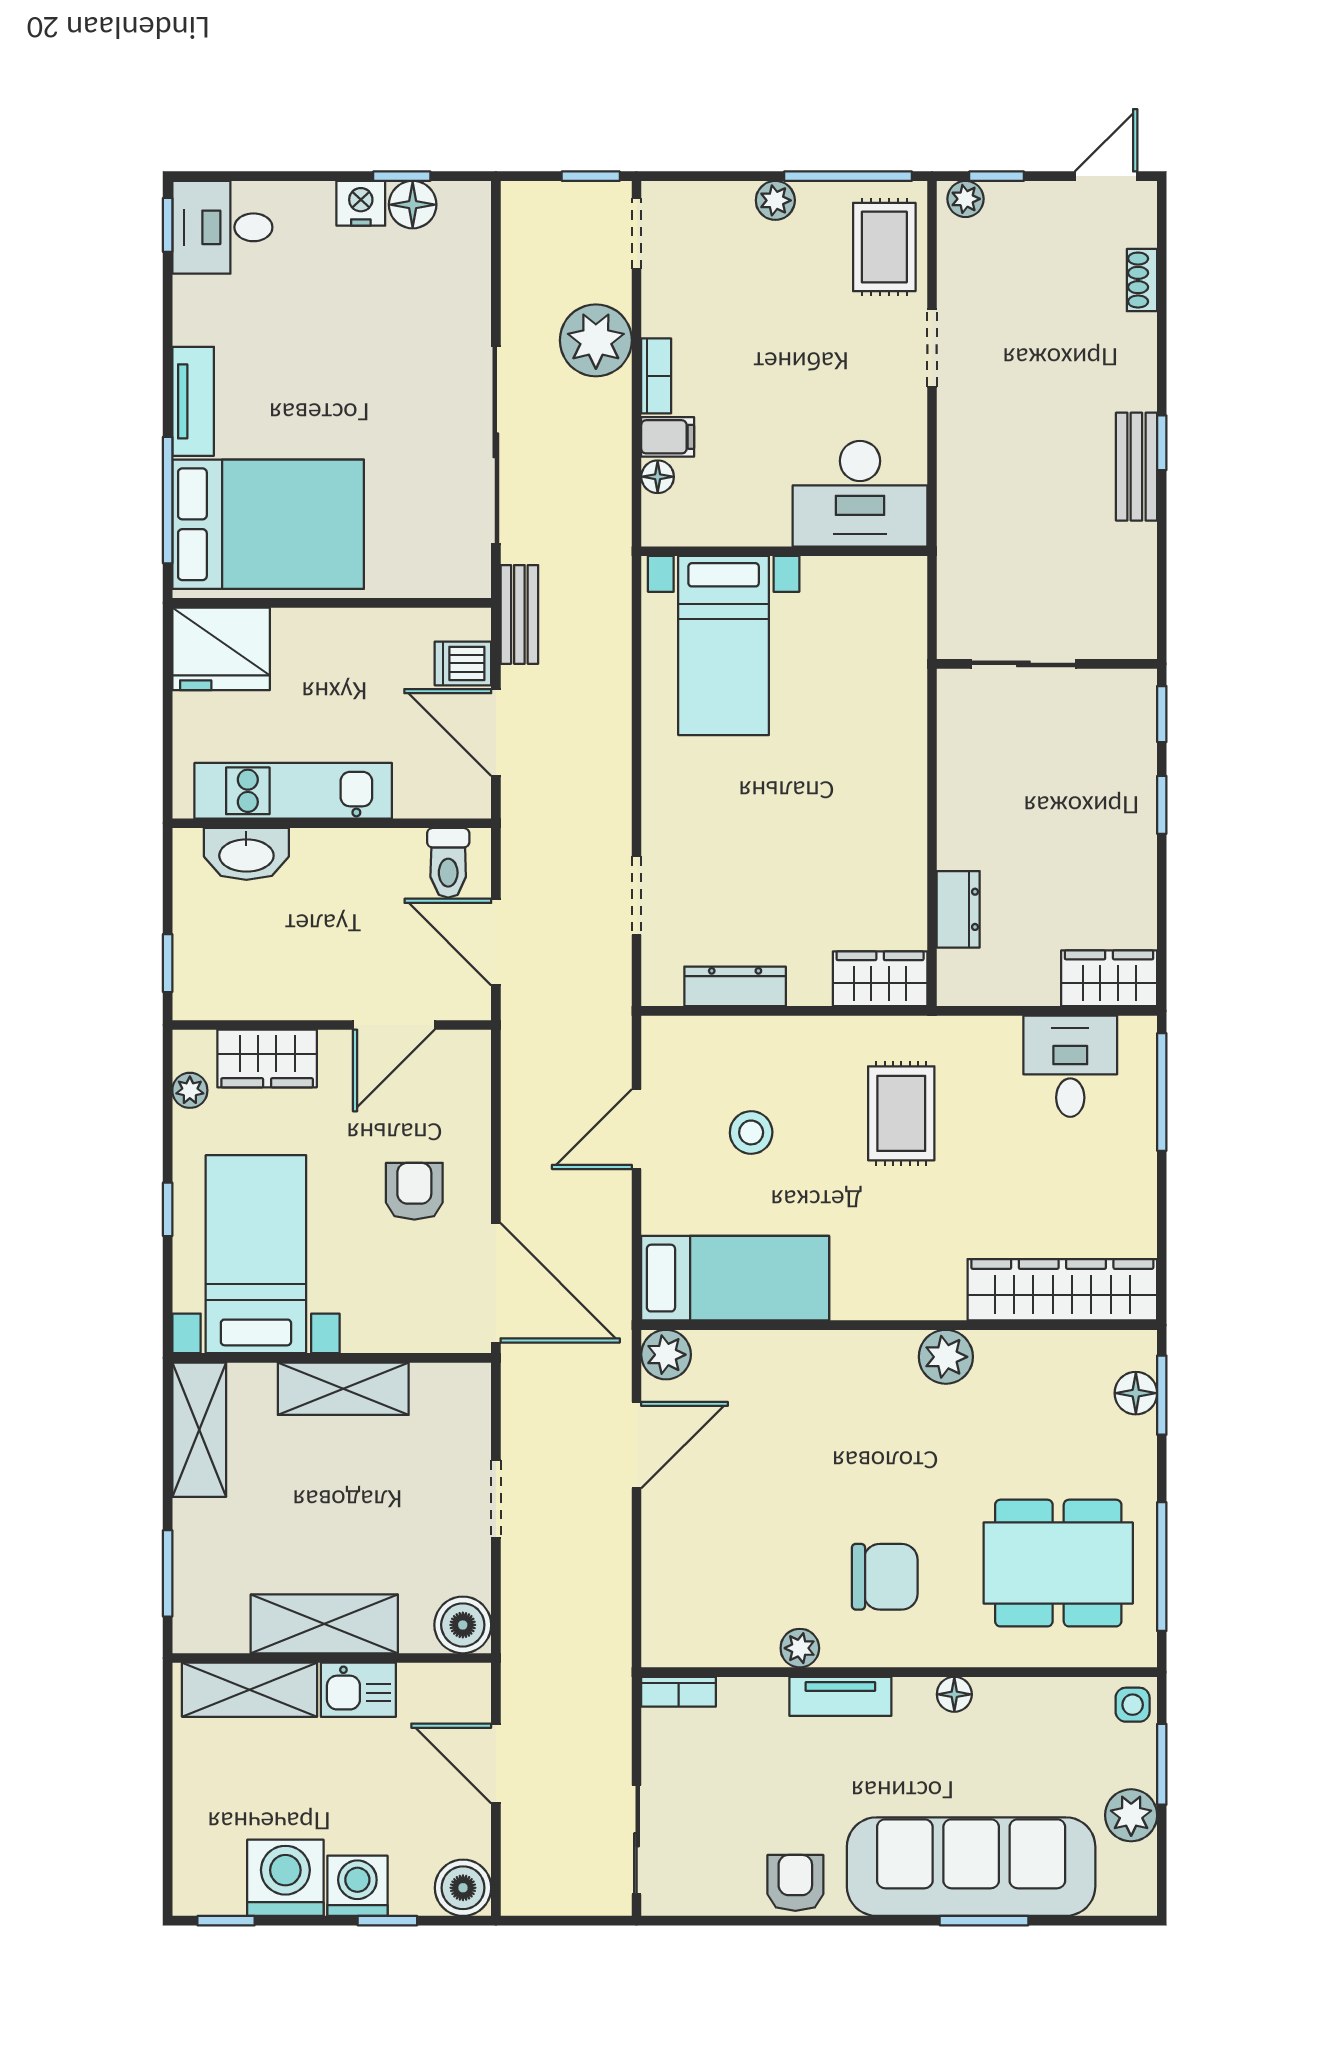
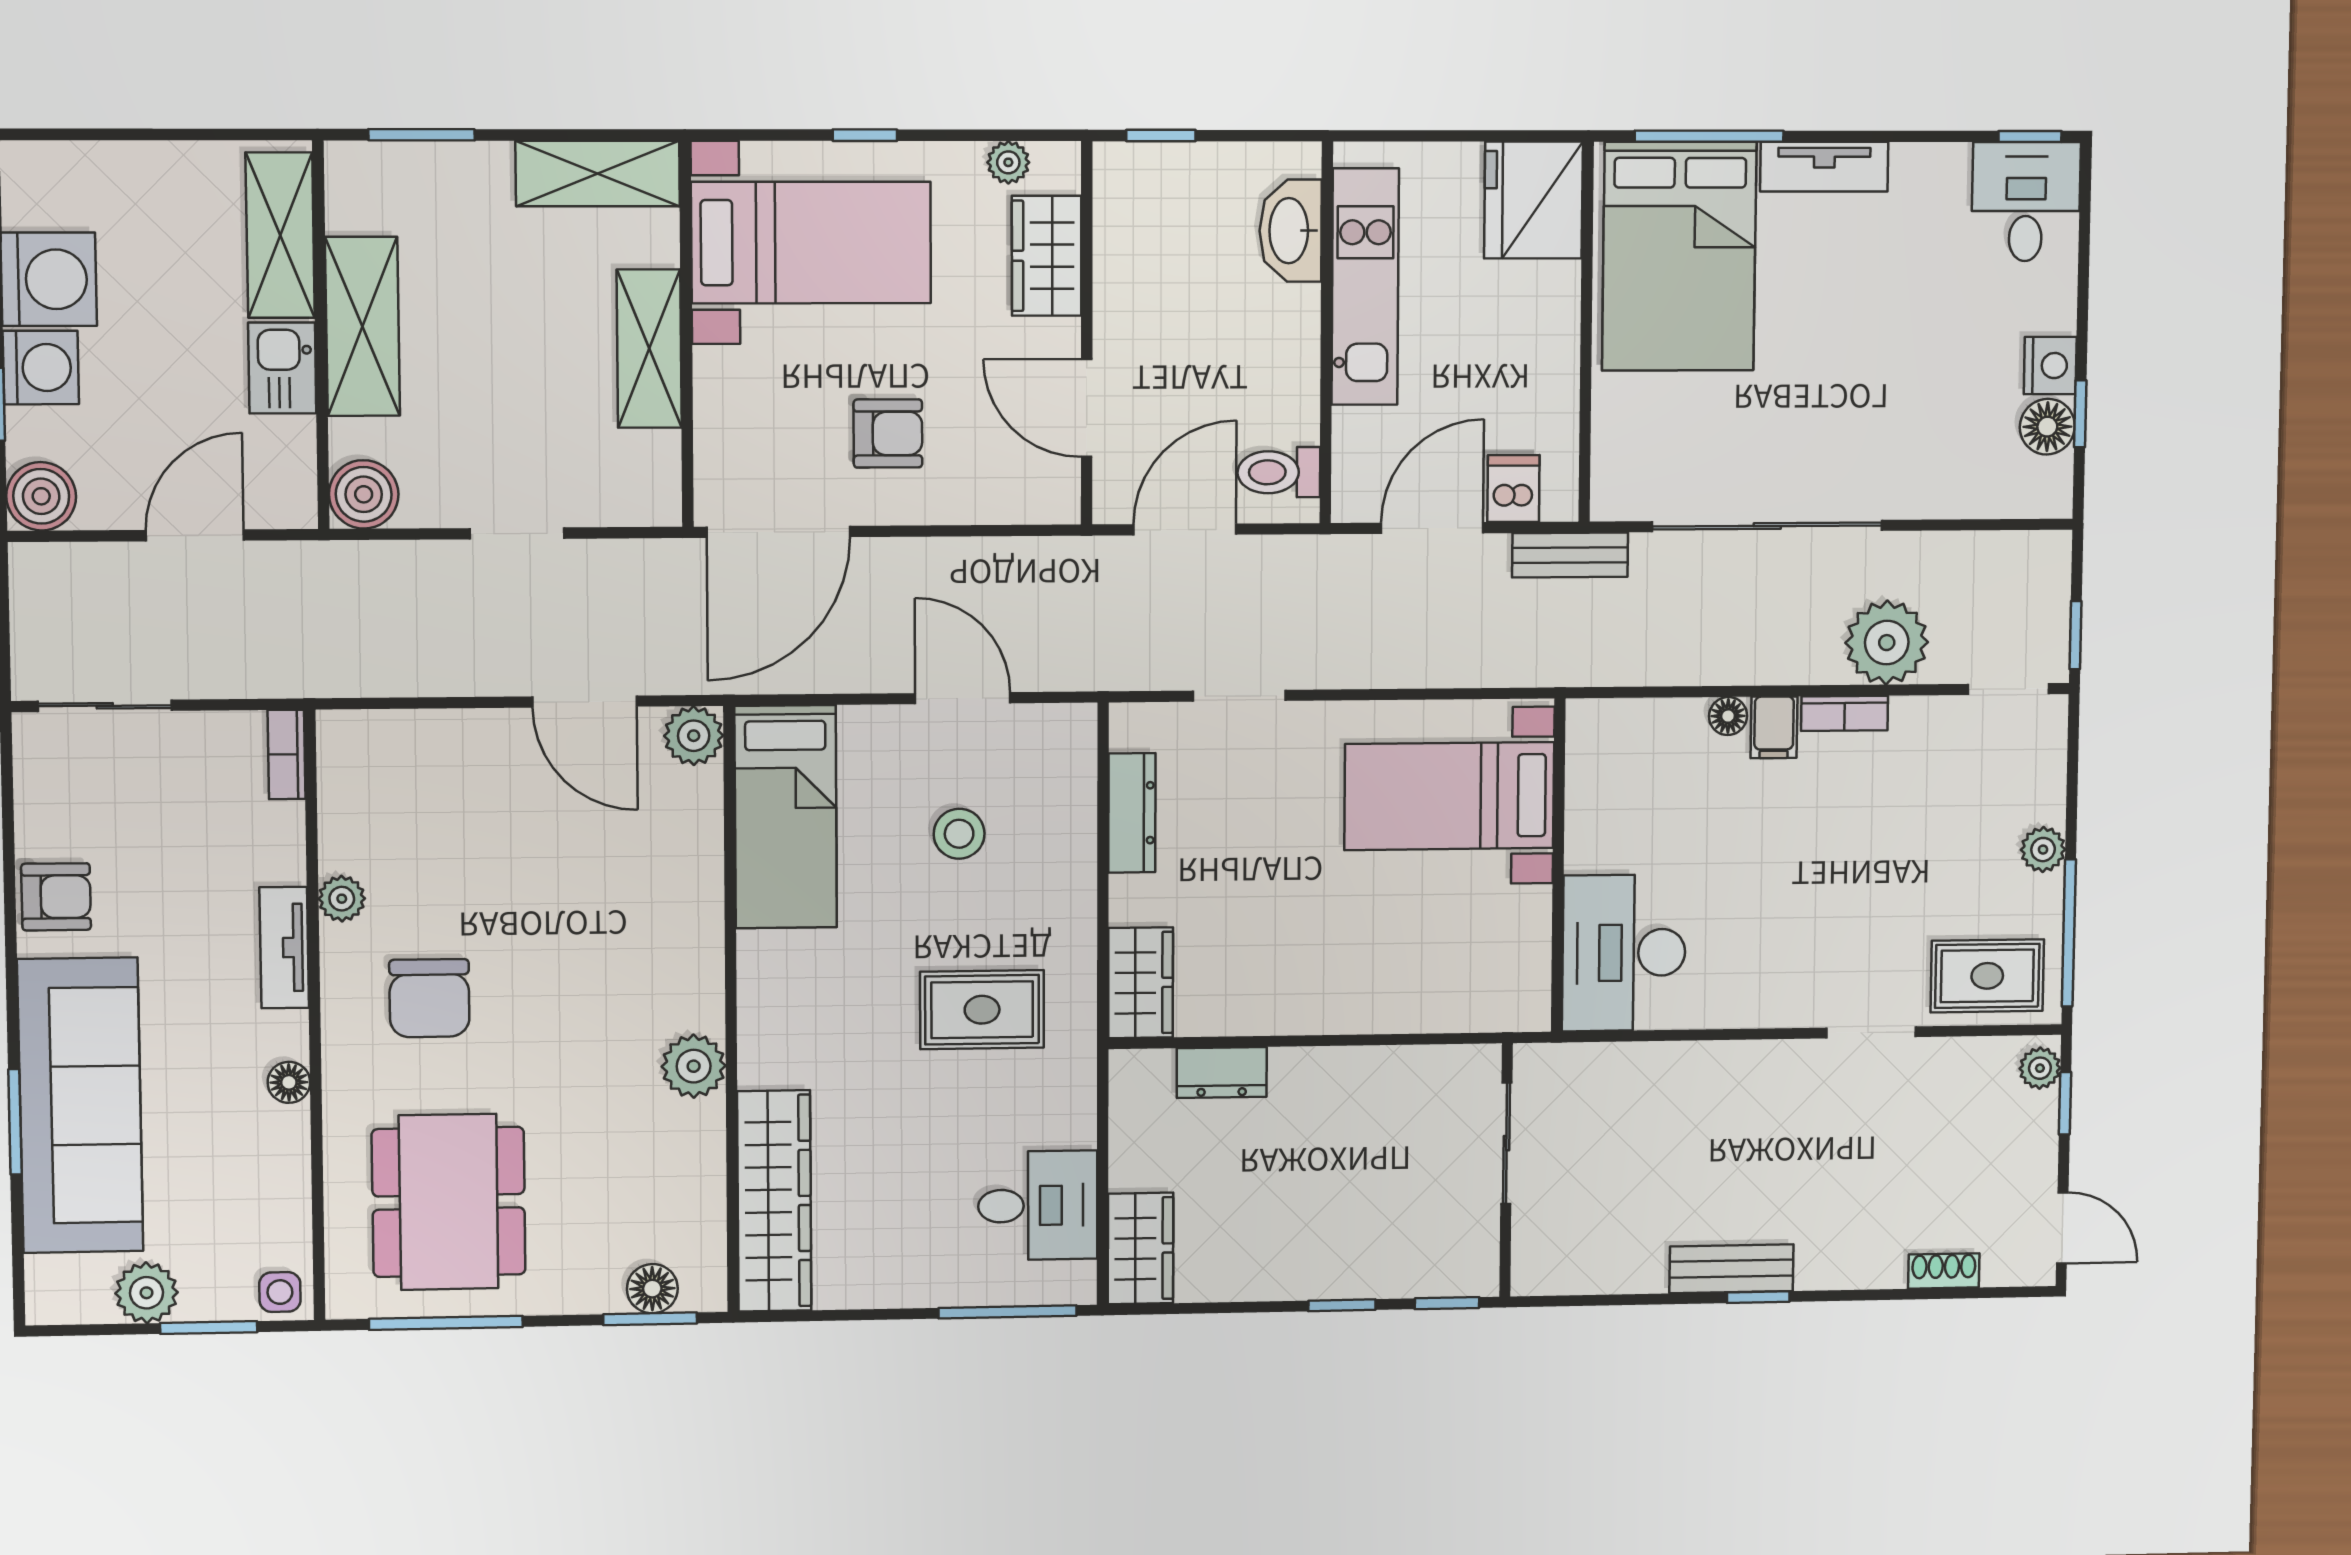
desk: (860, 494) -> (1624, 953), moved
wall: (784, 551) -> (1558, 866), moved
bed with nightstands: (724, 646) -> (1449, 796), moved

